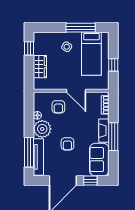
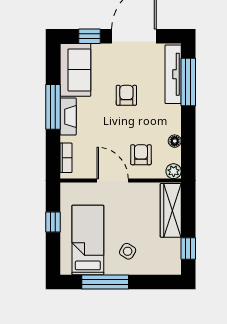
wardrobe: (40, 67) -> (171, 210), width x1.50
plant: (42, 129) -> (174, 171), moved, width x0.53, depth x0.53

